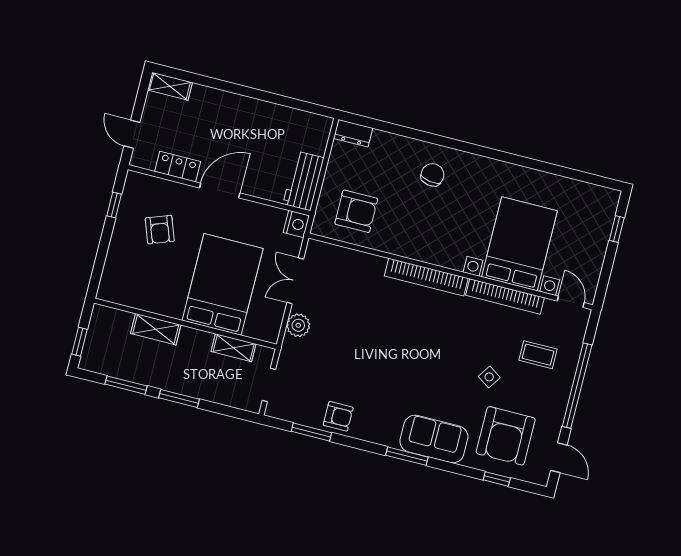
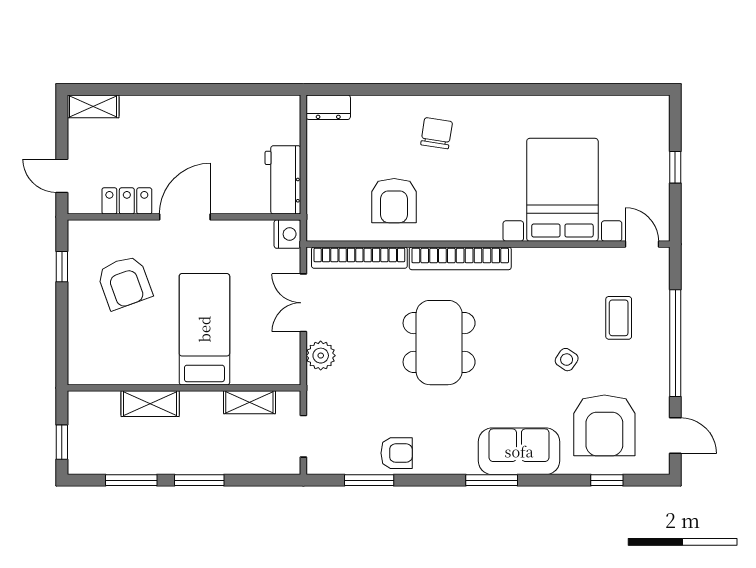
armchair: (356, 211) -> (394, 201), moved, turned 90
window: (617, 229) -> (675, 167), moved
armchair: (160, 230) -> (124, 282), width x1.38, depth x1.38
bed: (223, 284) -> (204, 329), width x0.67
bookcase: (505, 296) -> (359, 258), moved
dining table: (393, 339) -> (439, 343), added
coffee table: (538, 355) -> (619, 318), turned 90

